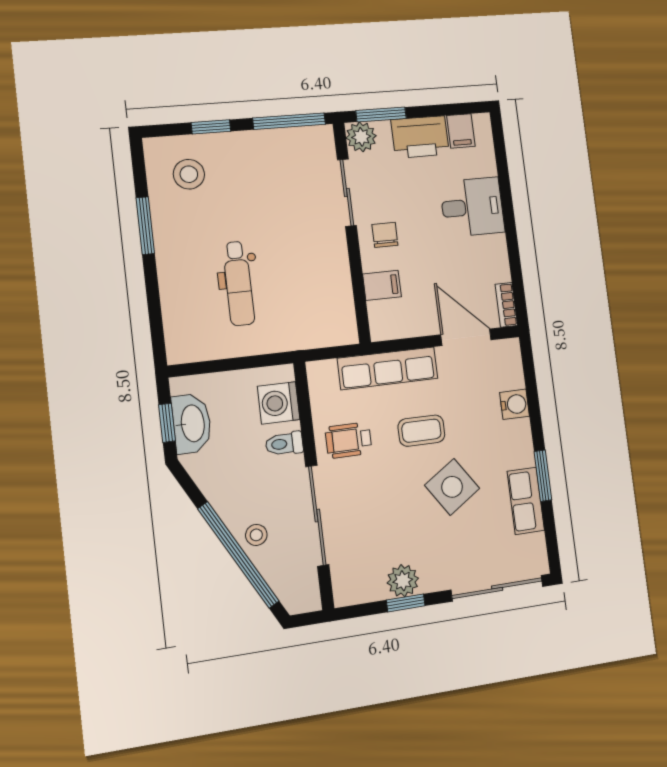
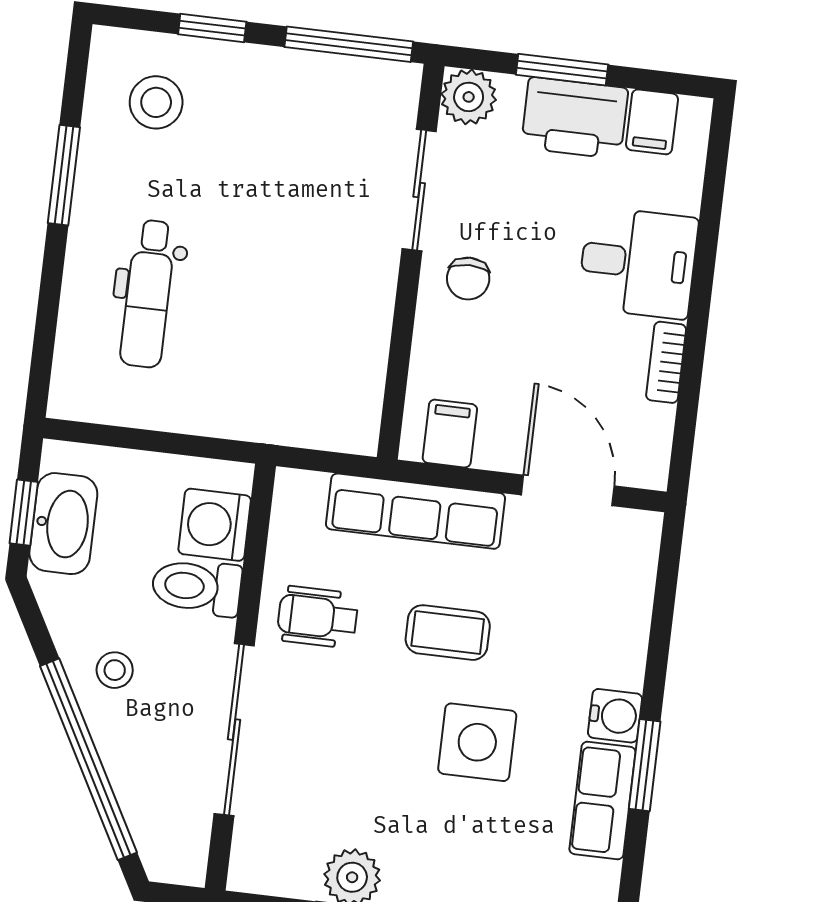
window: (381, 114) -> (562, 70), moved
chair: (385, 235) -> (468, 279), turned 180
dental chair: (239, 283) -> (148, 294), moved
filing cabinet: (382, 285) -> (450, 434), moved, turned -90
bookcase: (506, 305) -> (666, 362), moved
water cooler: (515, 404) -> (615, 716), moved
toilet: (284, 444) -> (197, 587), width x1.37, depth x1.39
side table: (452, 487) -> (477, 742), turned 34
stool: (256, 535) -> (115, 670), moved

